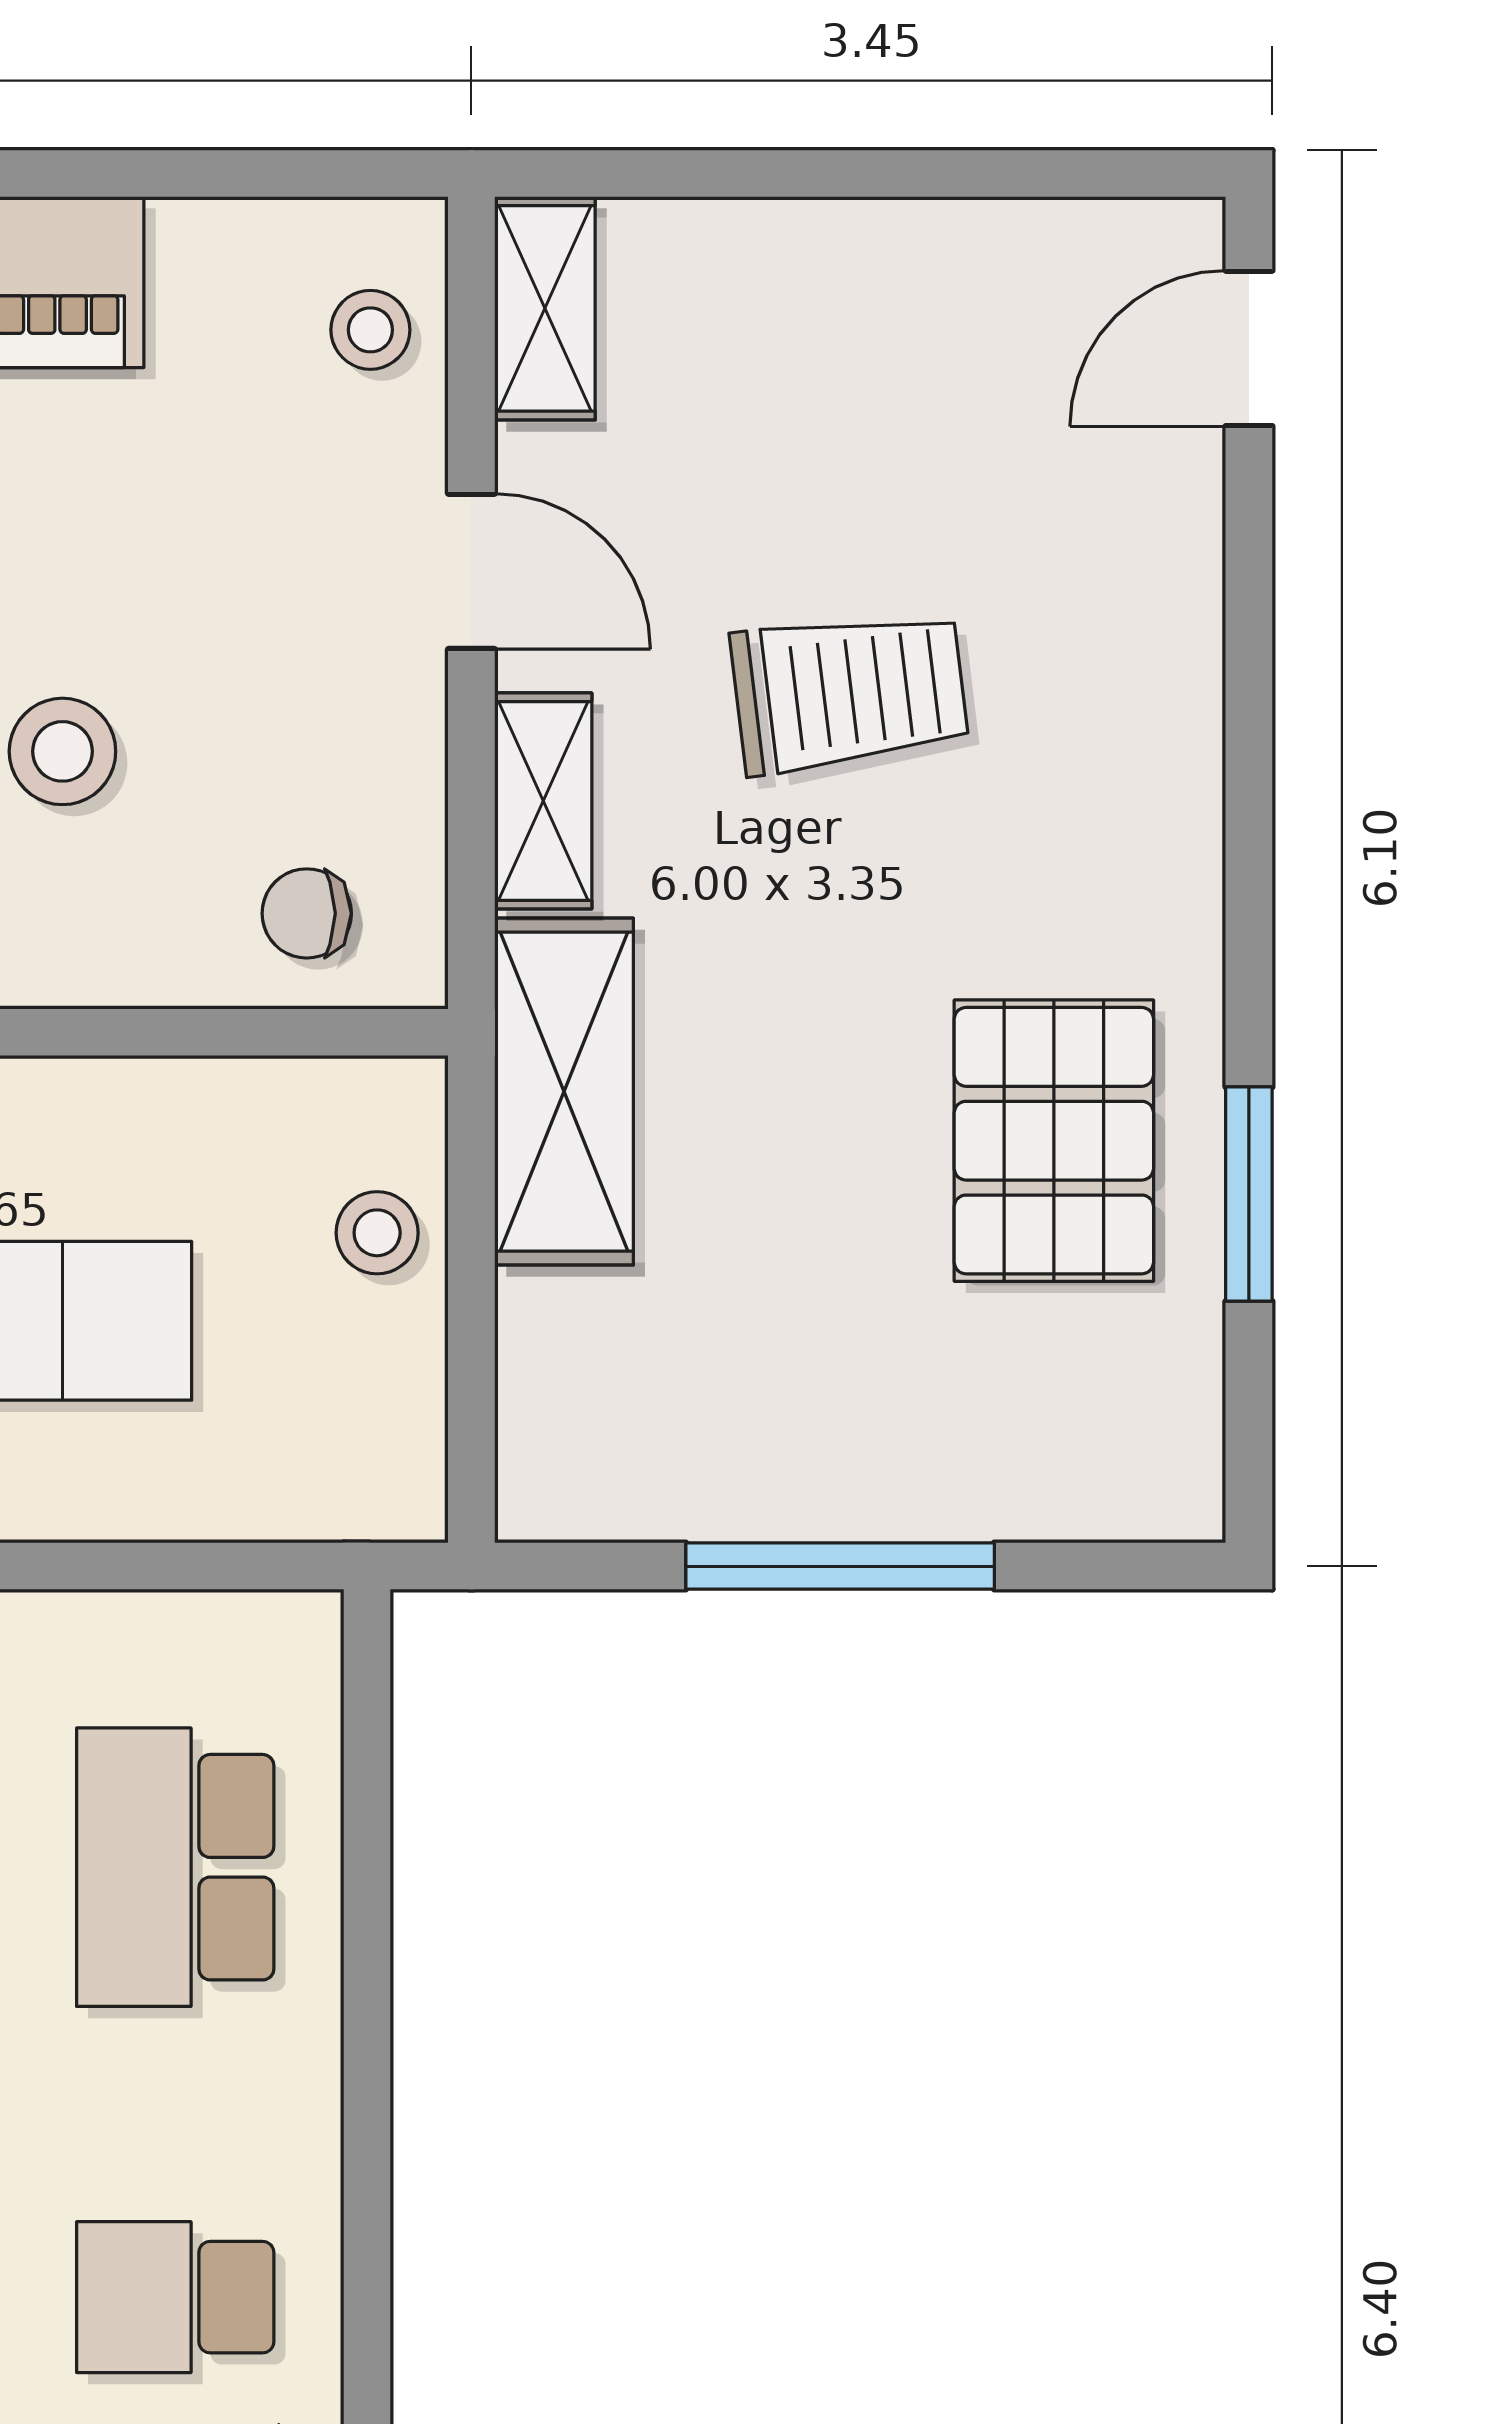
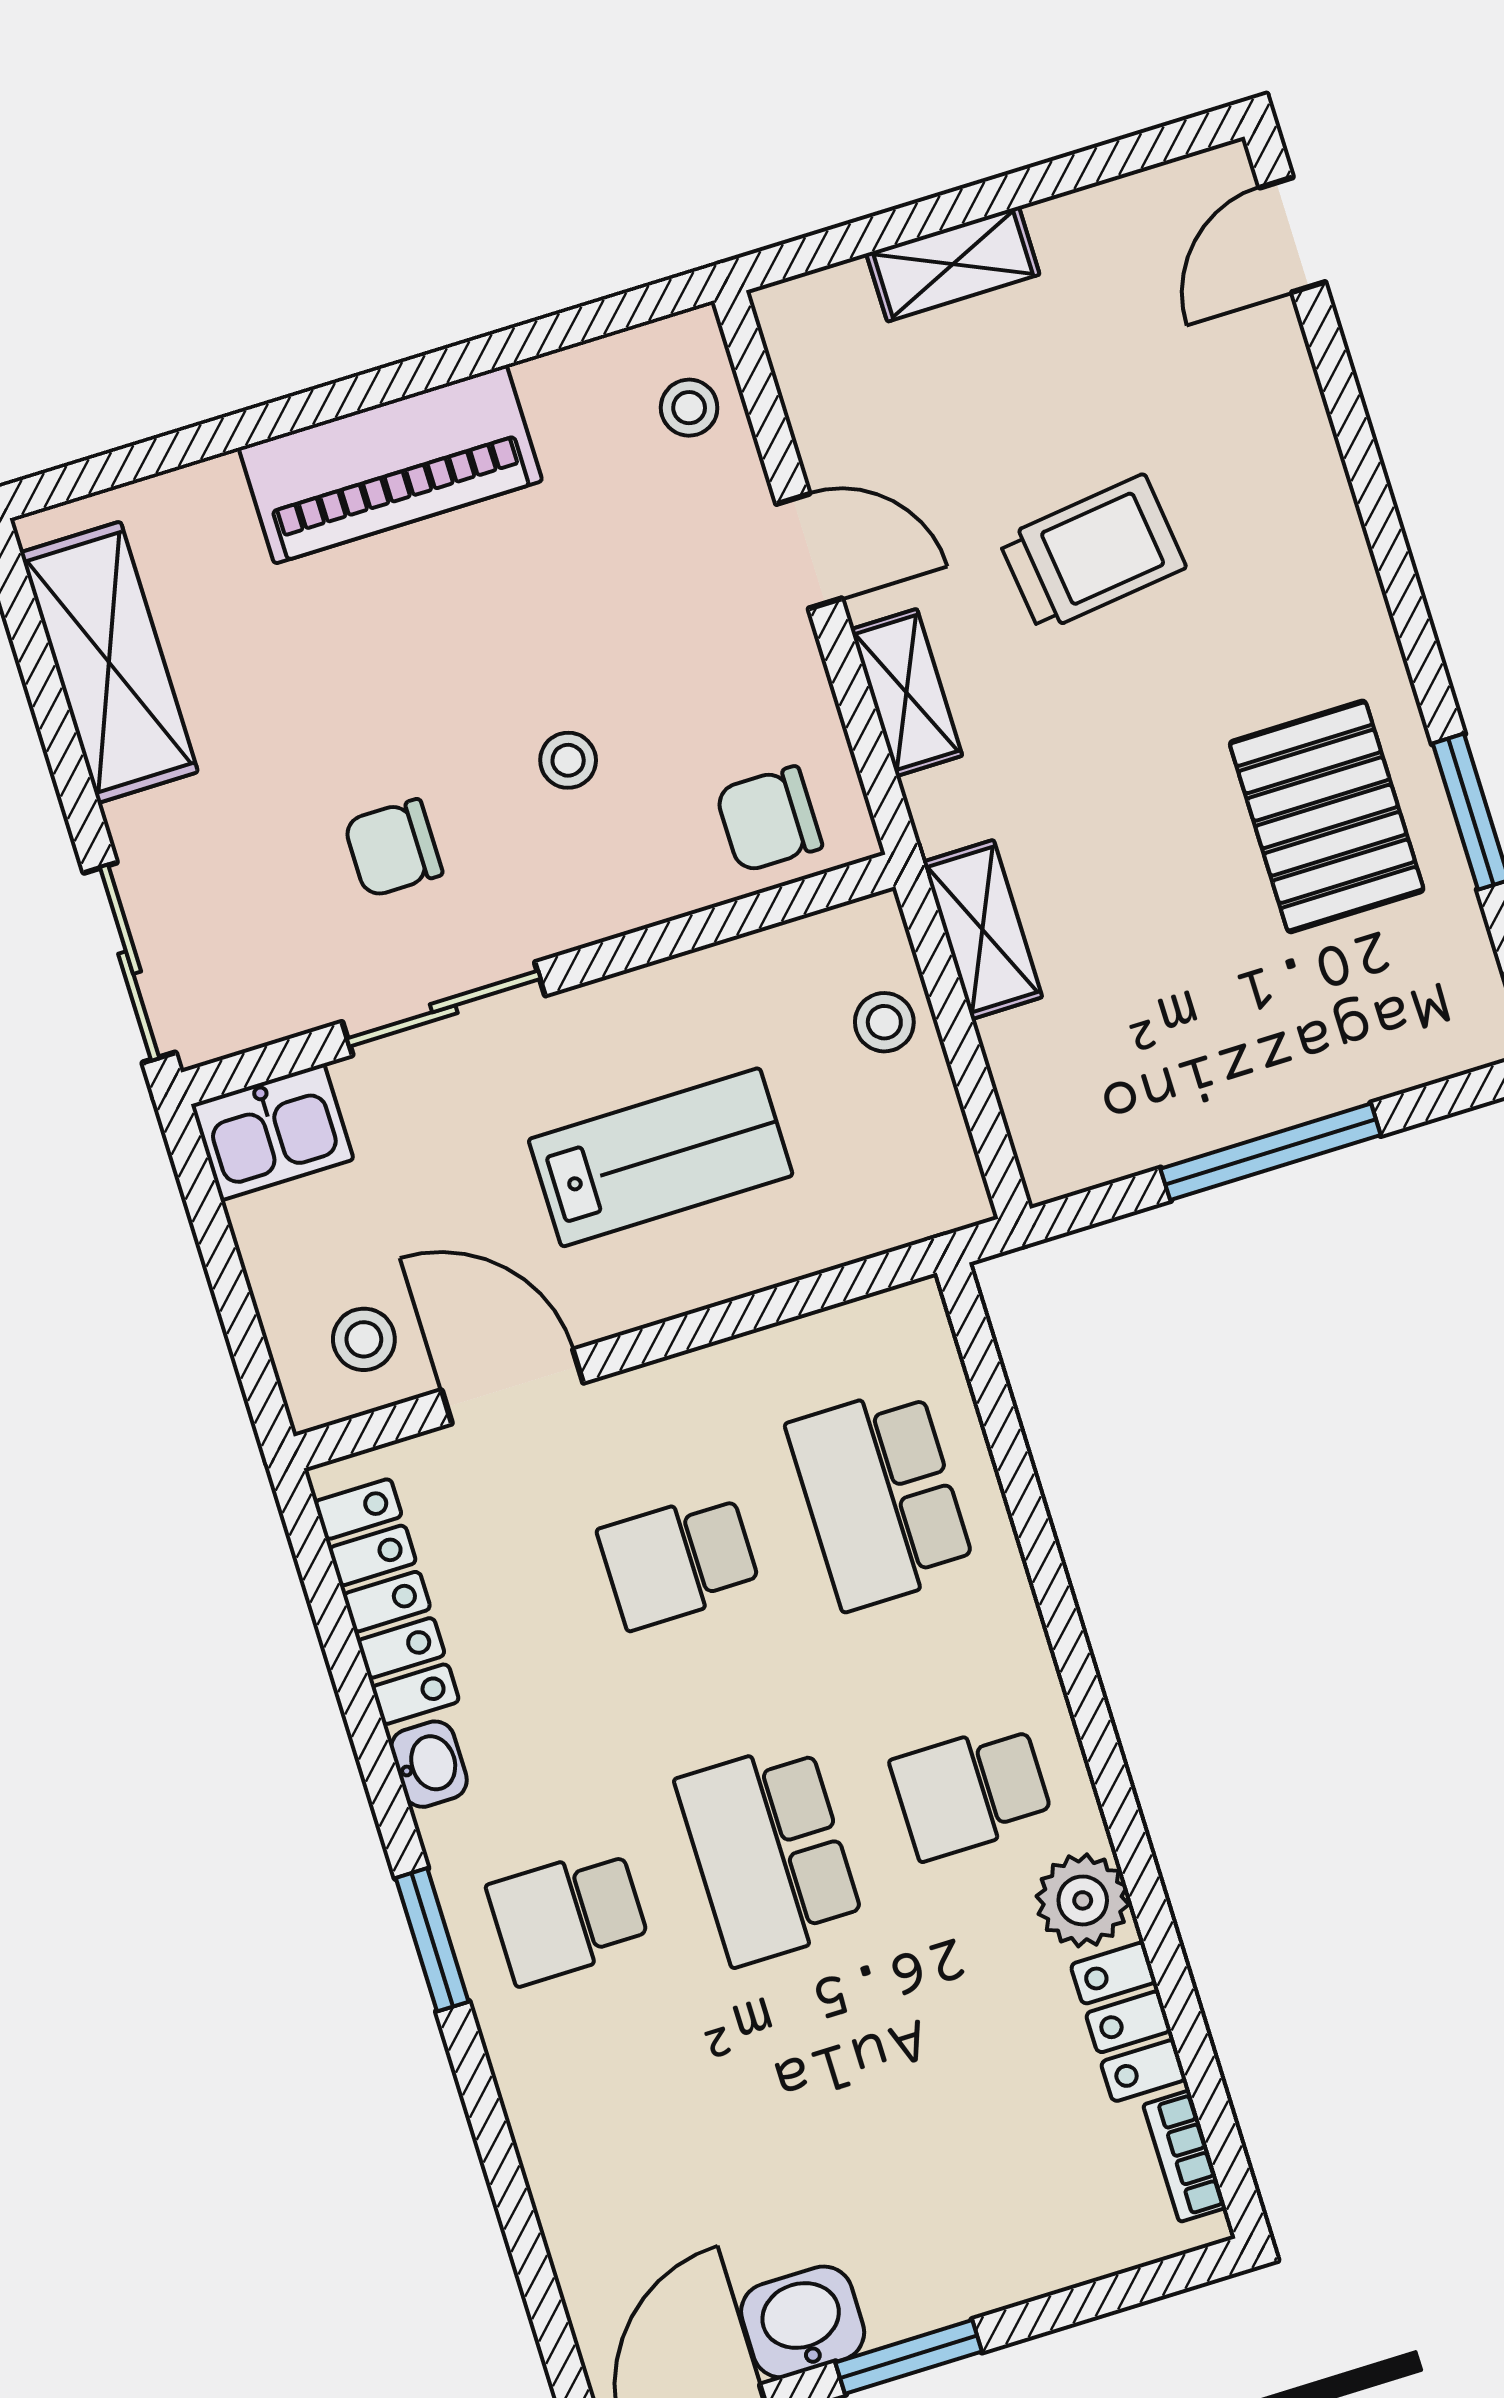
shelving: (545, 308) -> (953, 264), moved, turned 90
stool: (62, 751) -> (568, 760), width x0.73, depth x0.73
chair: (307, 913) -> (769, 819), width x1.37, depth x1.37
shelving: (564, 1092) -> (982, 930), width x0.67, depth x0.75

